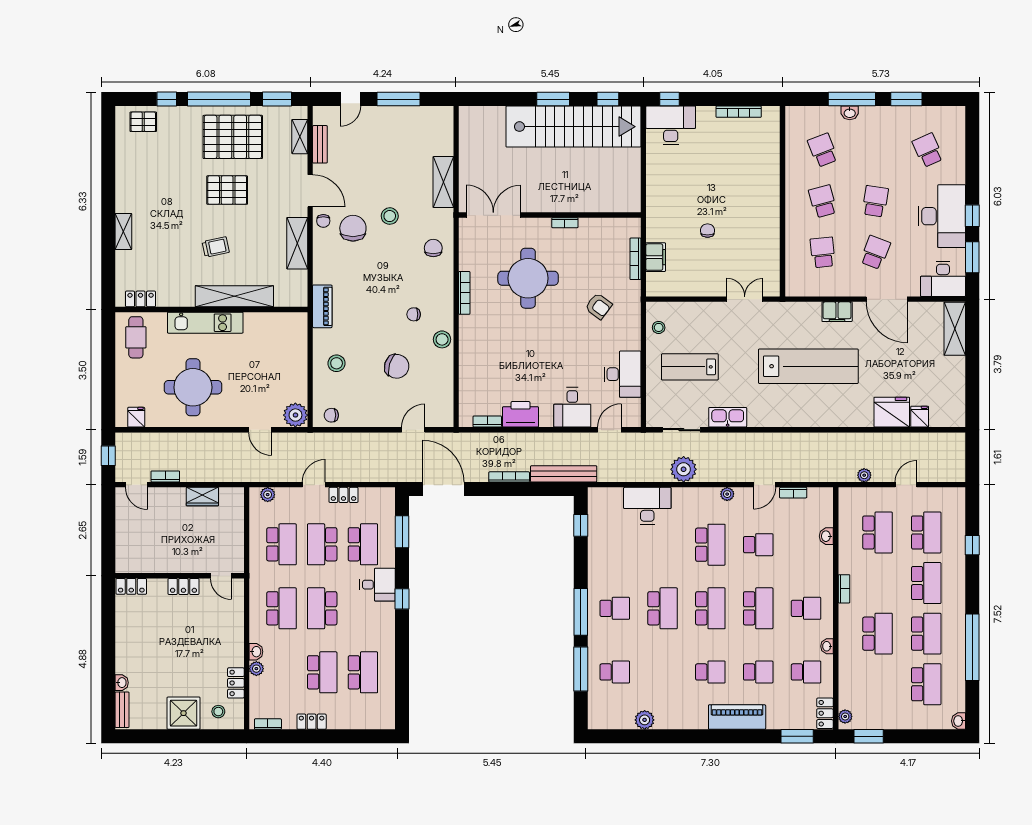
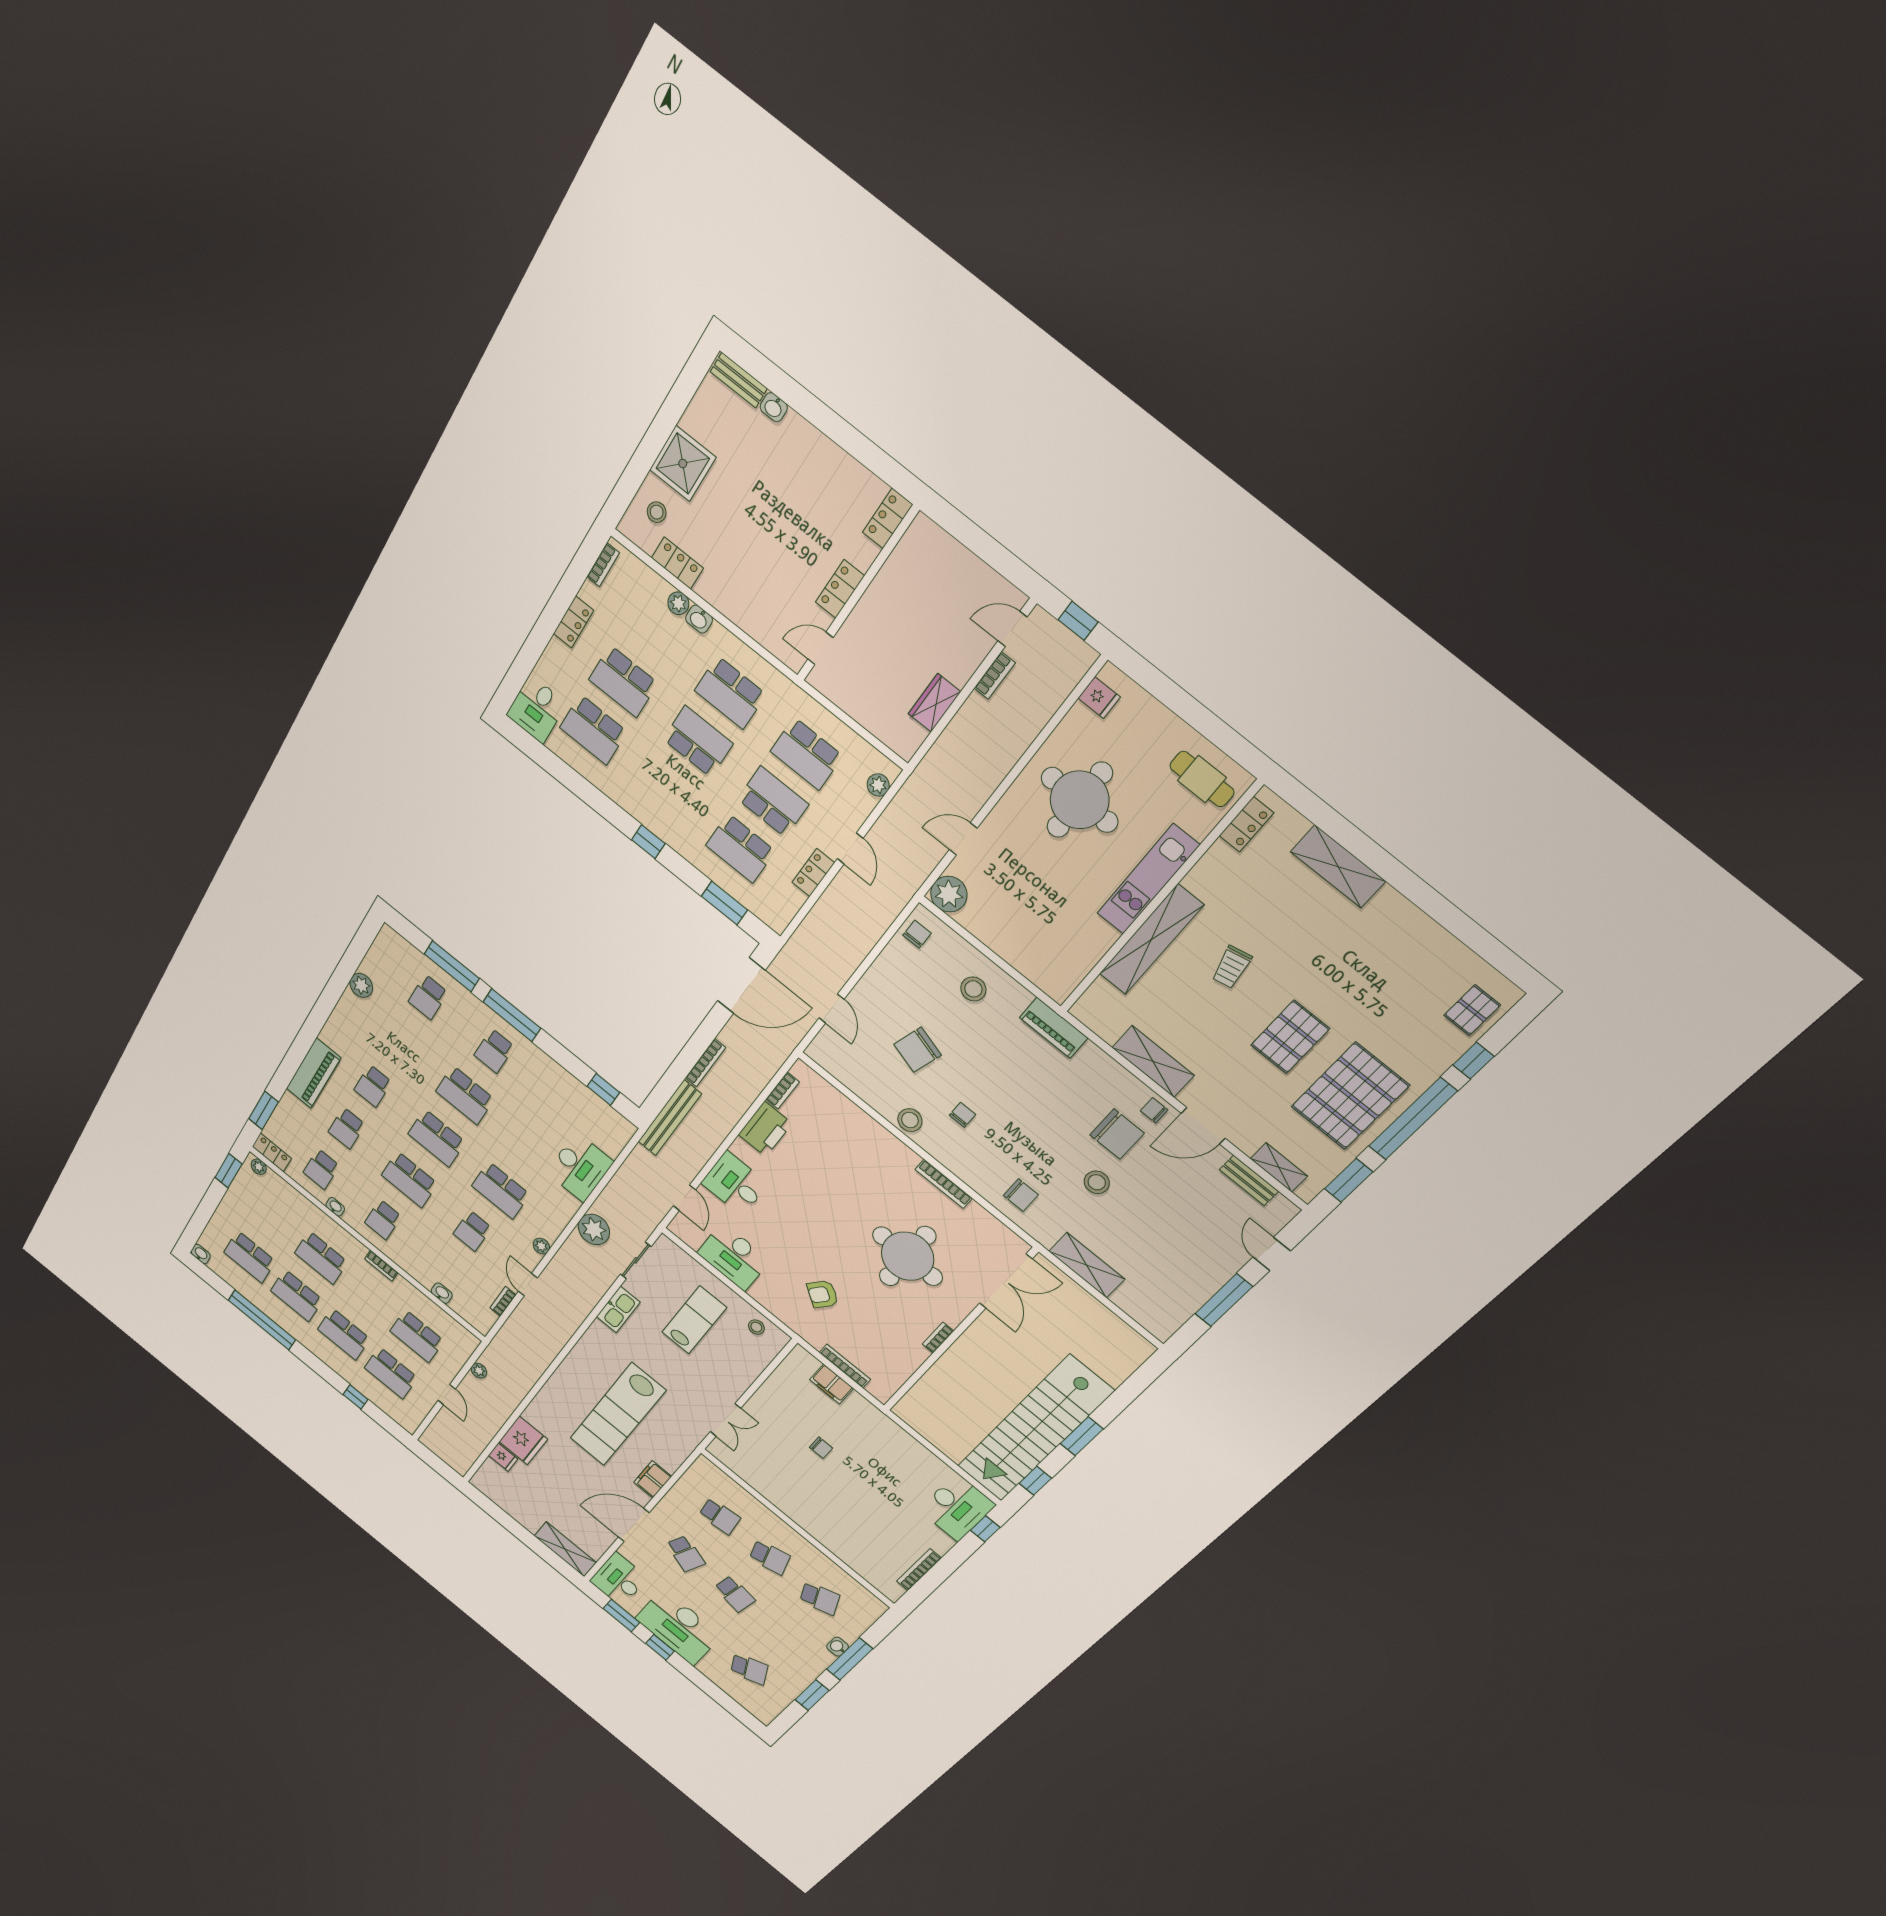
shelving: (123, 231) -> (1338, 866), width x1.50, depth x1.33
desk: (377, 585) -> (537, 709), moved

